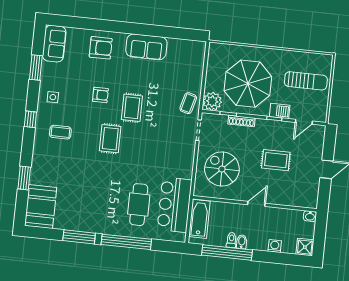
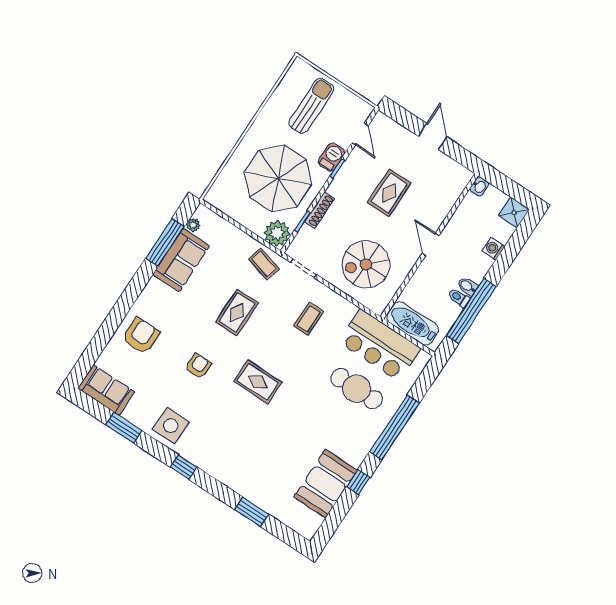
window: (169, 32) -> (165, 242), added
plant: (190, 45) -> (193, 225), added
sofa: (146, 47) -> (181, 260), moved
side table: (53, 97) -> (171, 426), width x1.87, depth x1.87
rug: (132, 108) -> (237, 313), moved, turned 90
coffee table: (60, 132) -> (309, 319), moved
booth: (41, 207) -> (326, 484), moved, turned 90
window: (79, 237) -> (358, 482), width x0.46

